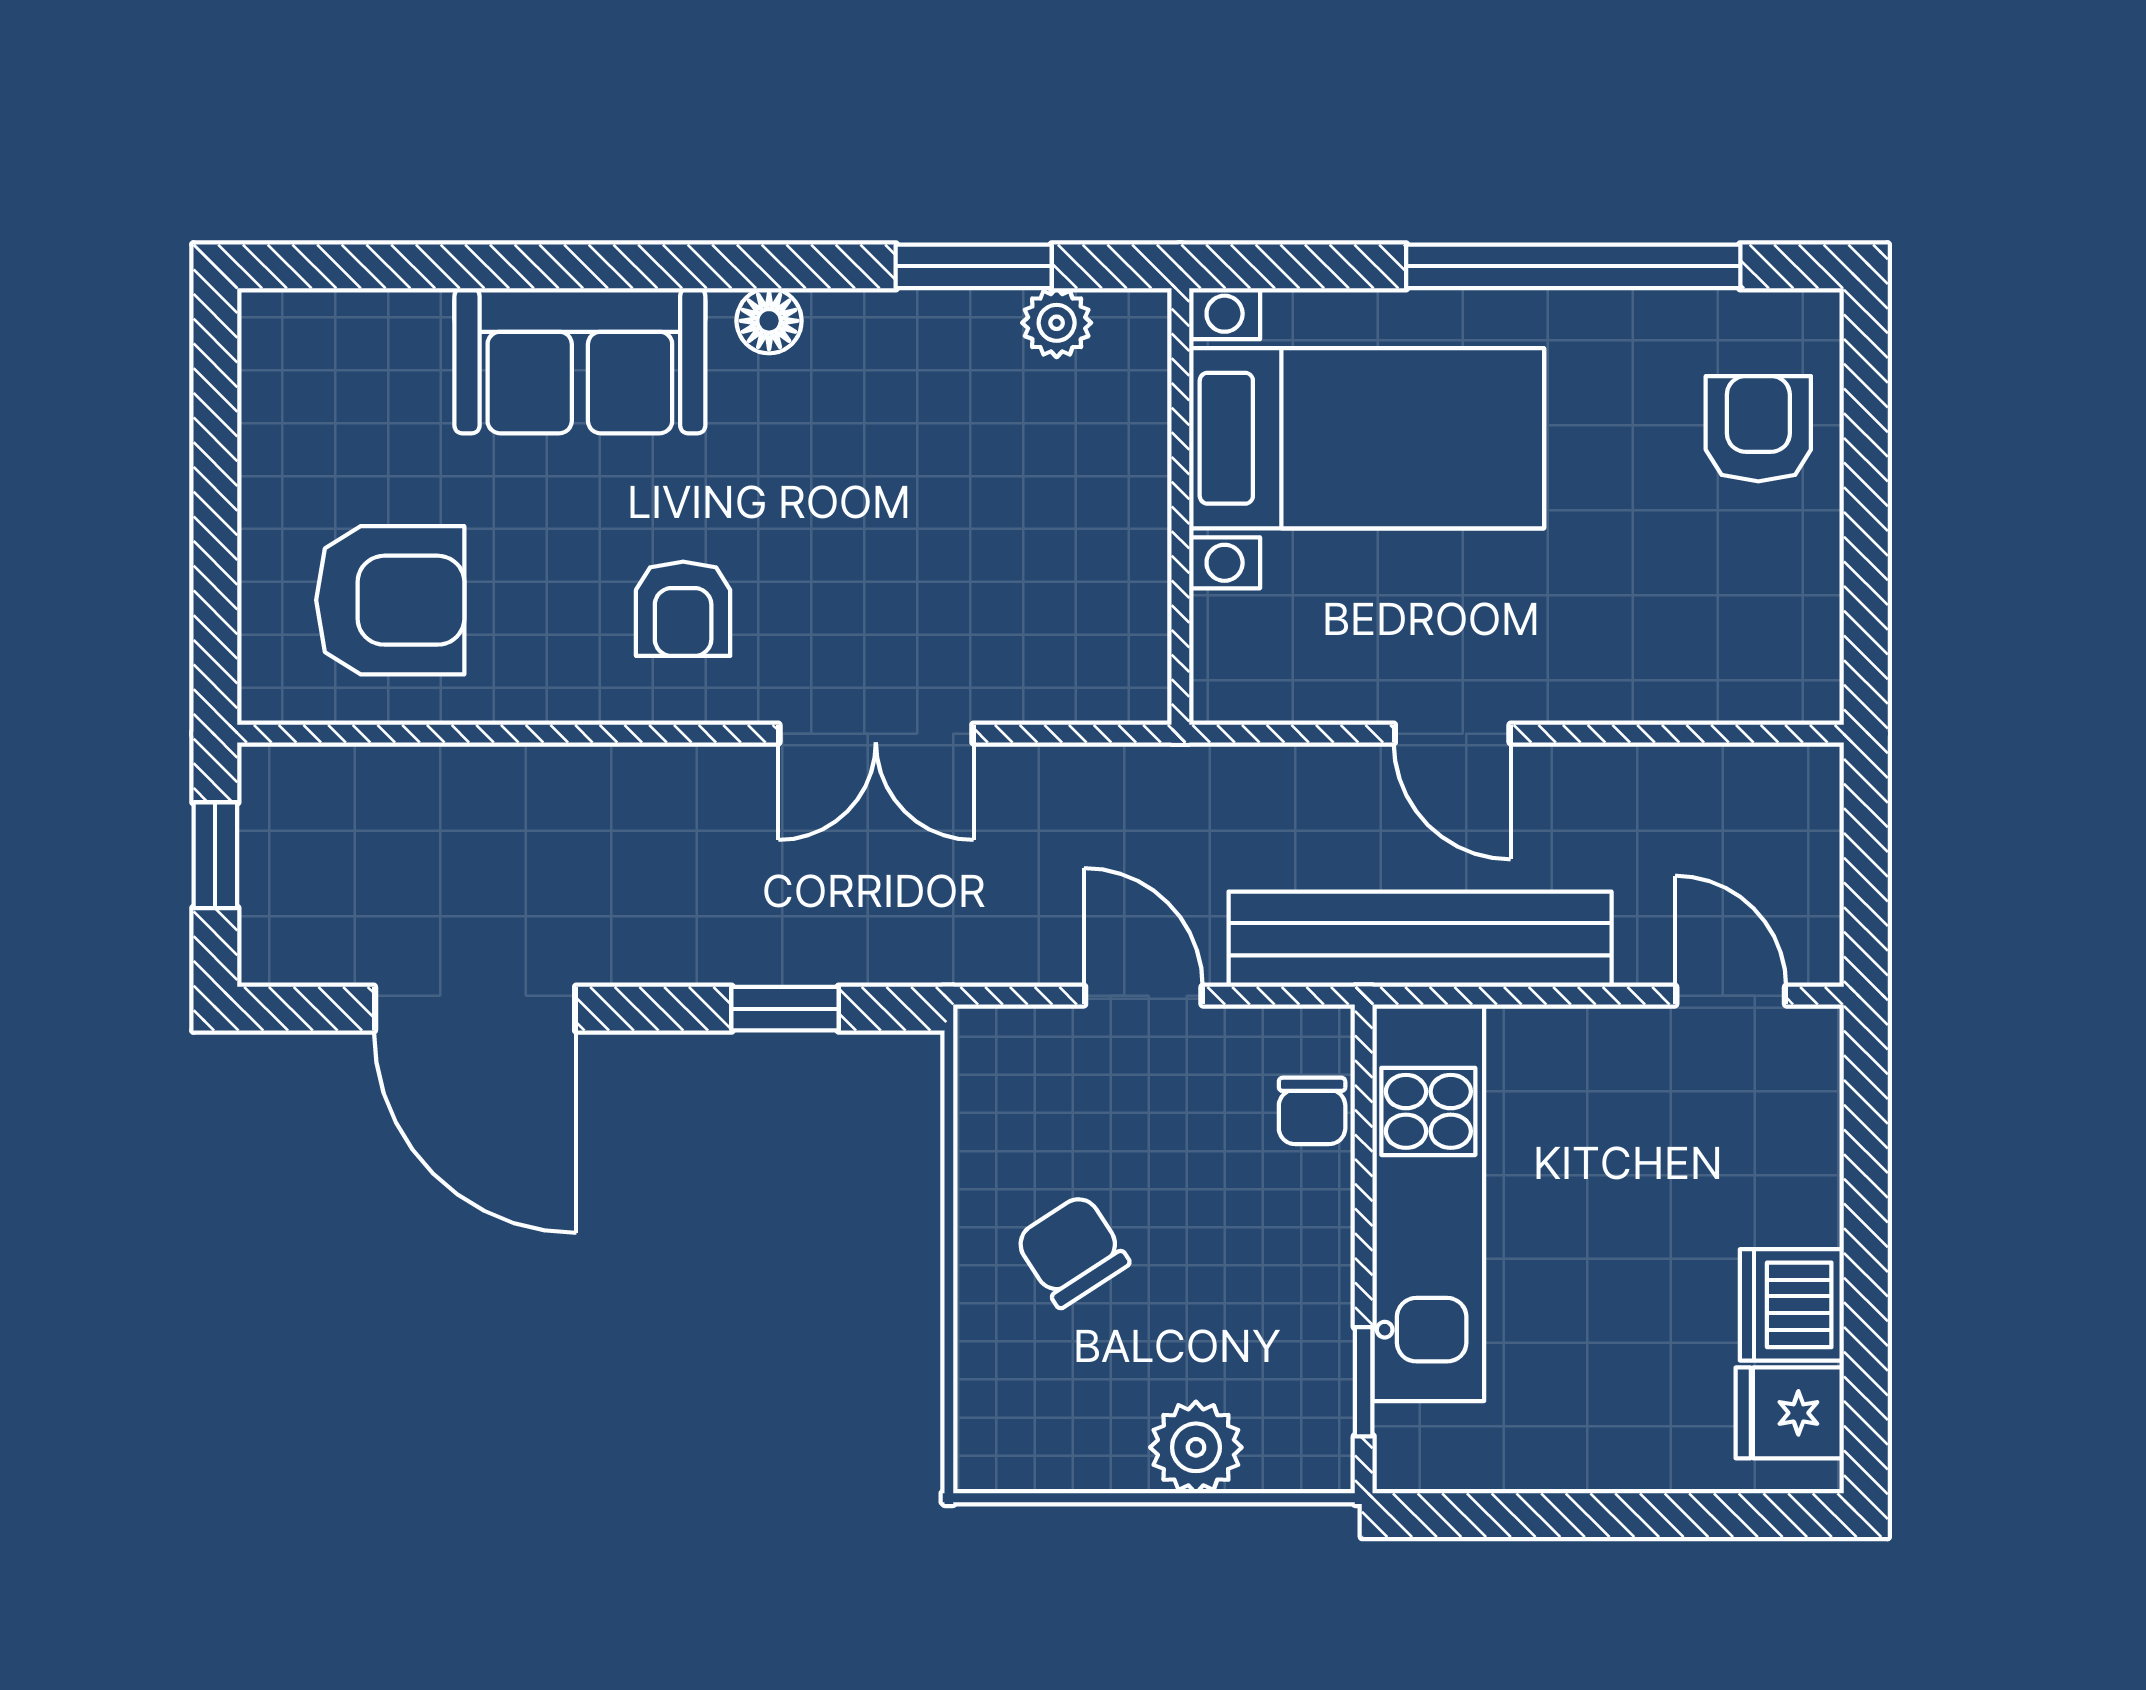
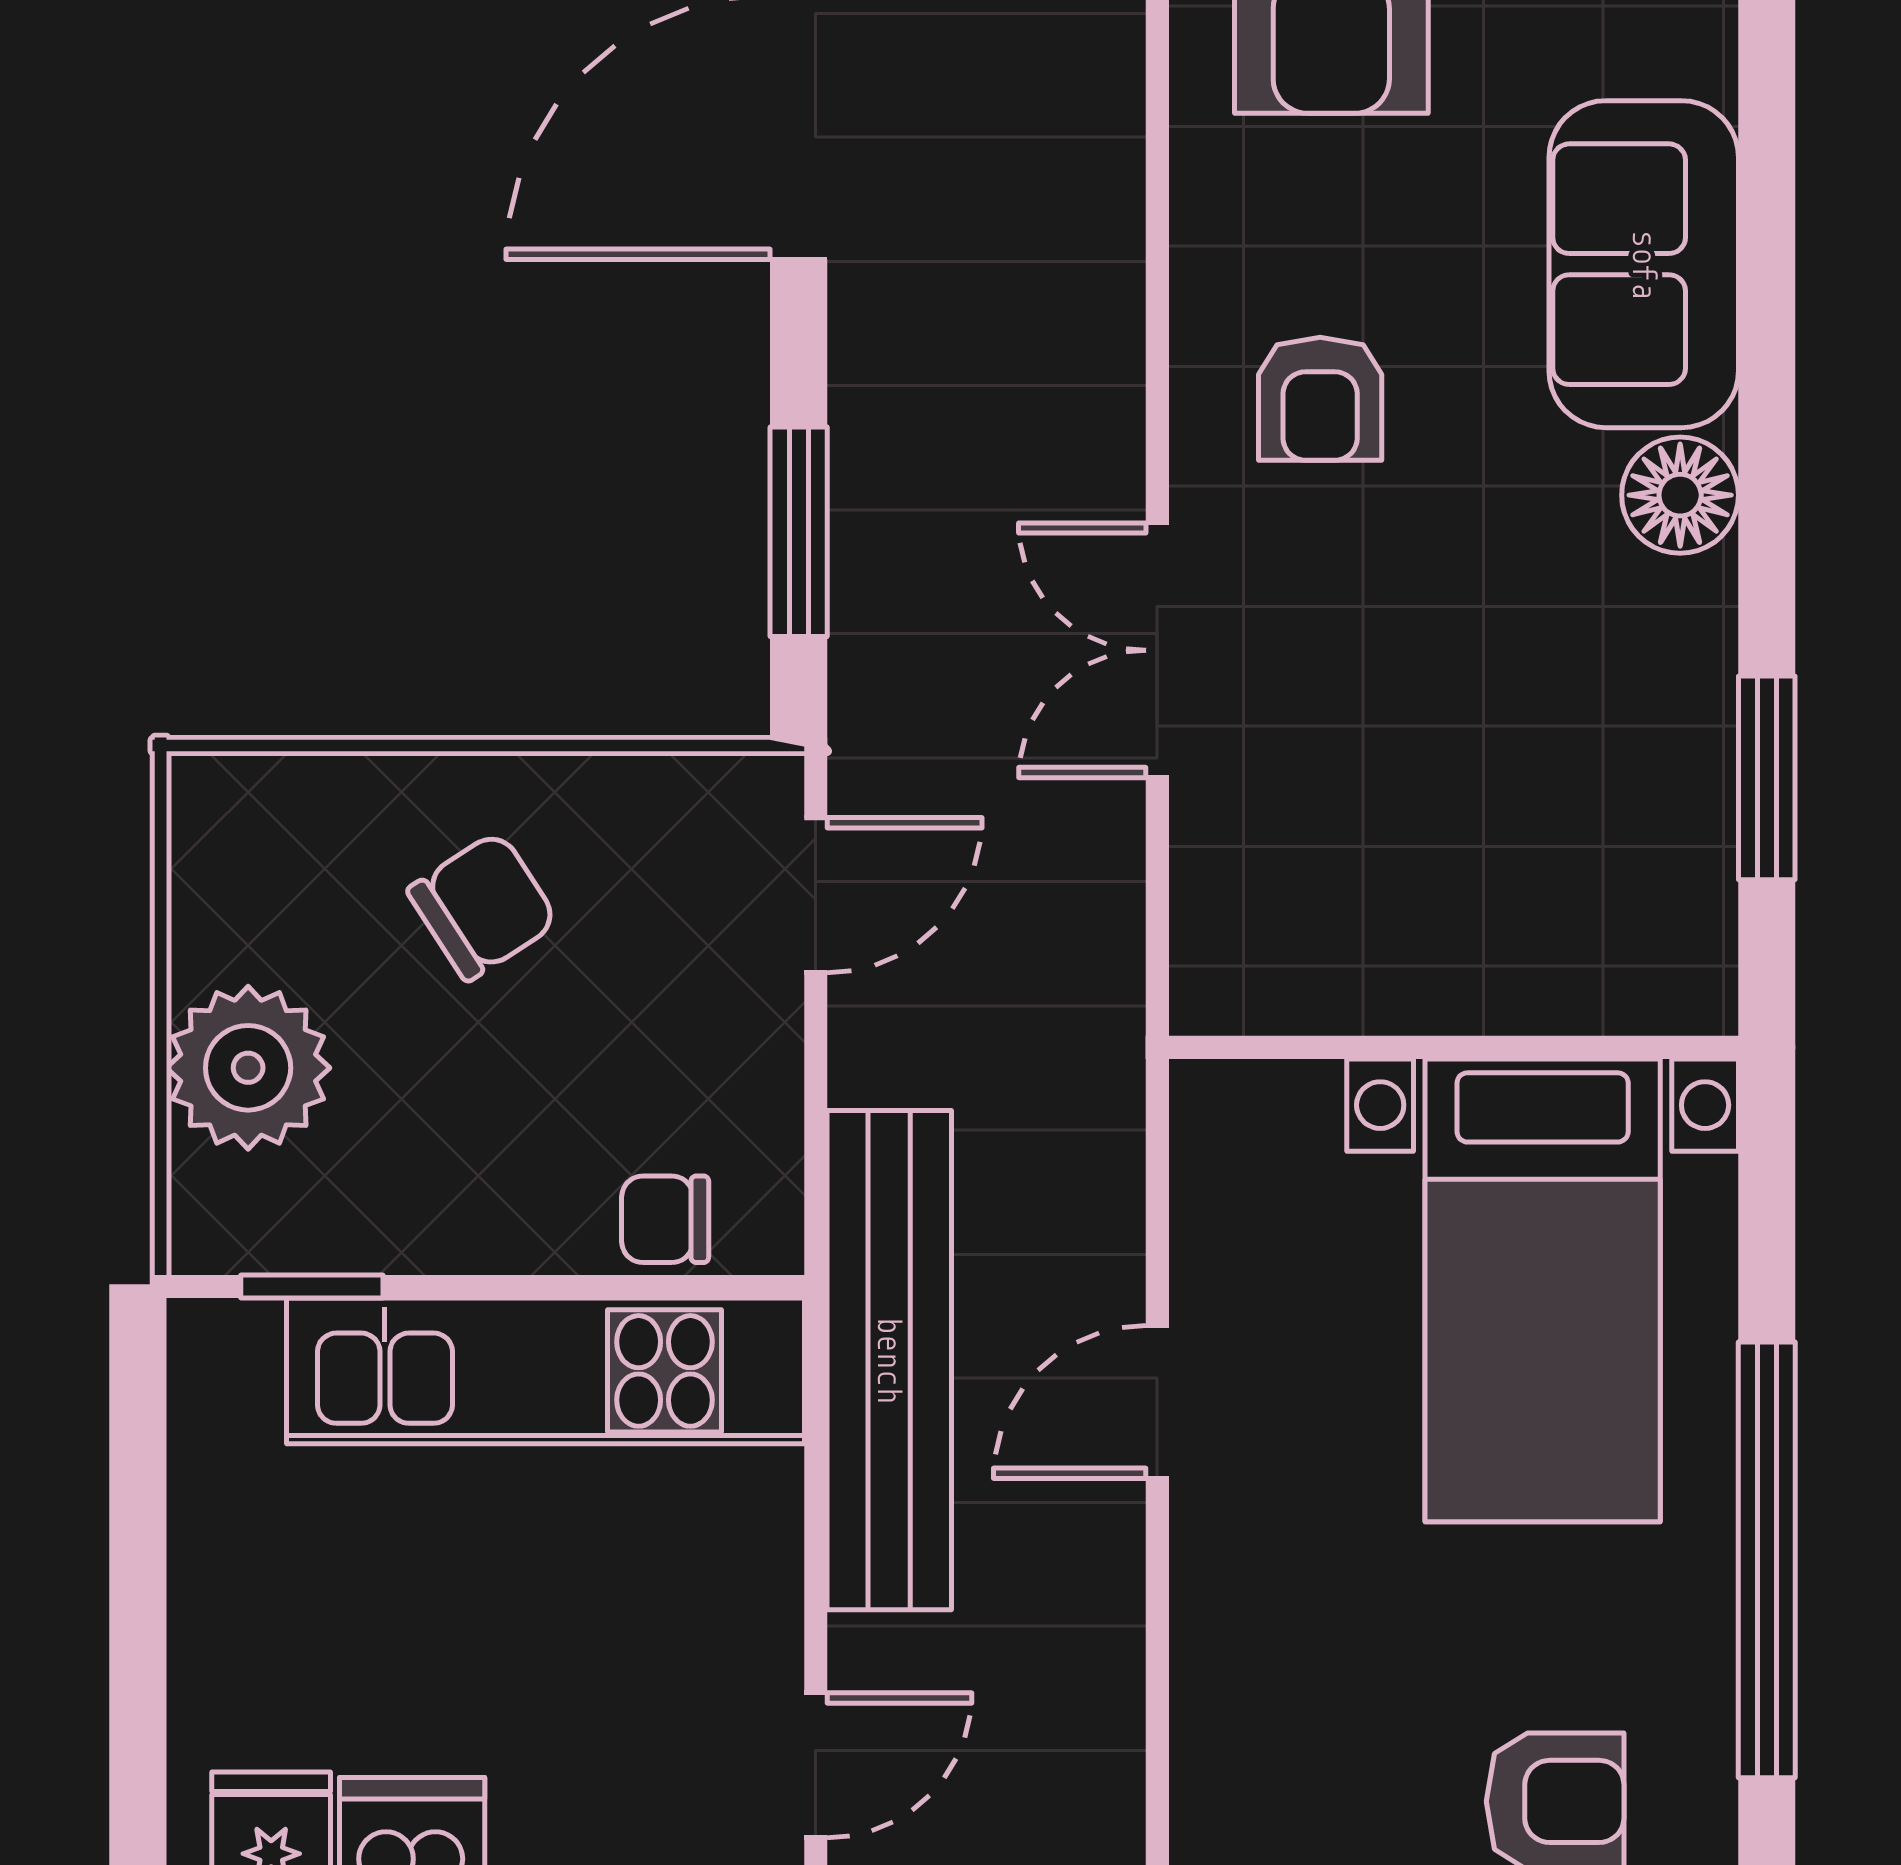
floor lamp: (769, 321) -> (1680, 495), width x1.37, depth x1.37
plant: (1057, 323) -> (1693, 886), removed
armchair: (683, 609) -> (1320, 399), turned -90
door: (1143, 996) -> (816, 895), moved
window: (785, 1009) -> (799, 532), width x1.50
plant: (1196, 1447) -> (248, 1068), width x1.36, depth x1.36

